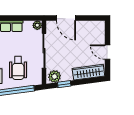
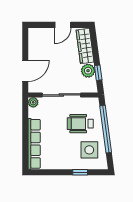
wheelchair: (18, 68) -> (80, 124), turned 180
plant: (55, 76) -> (88, 71), moved

